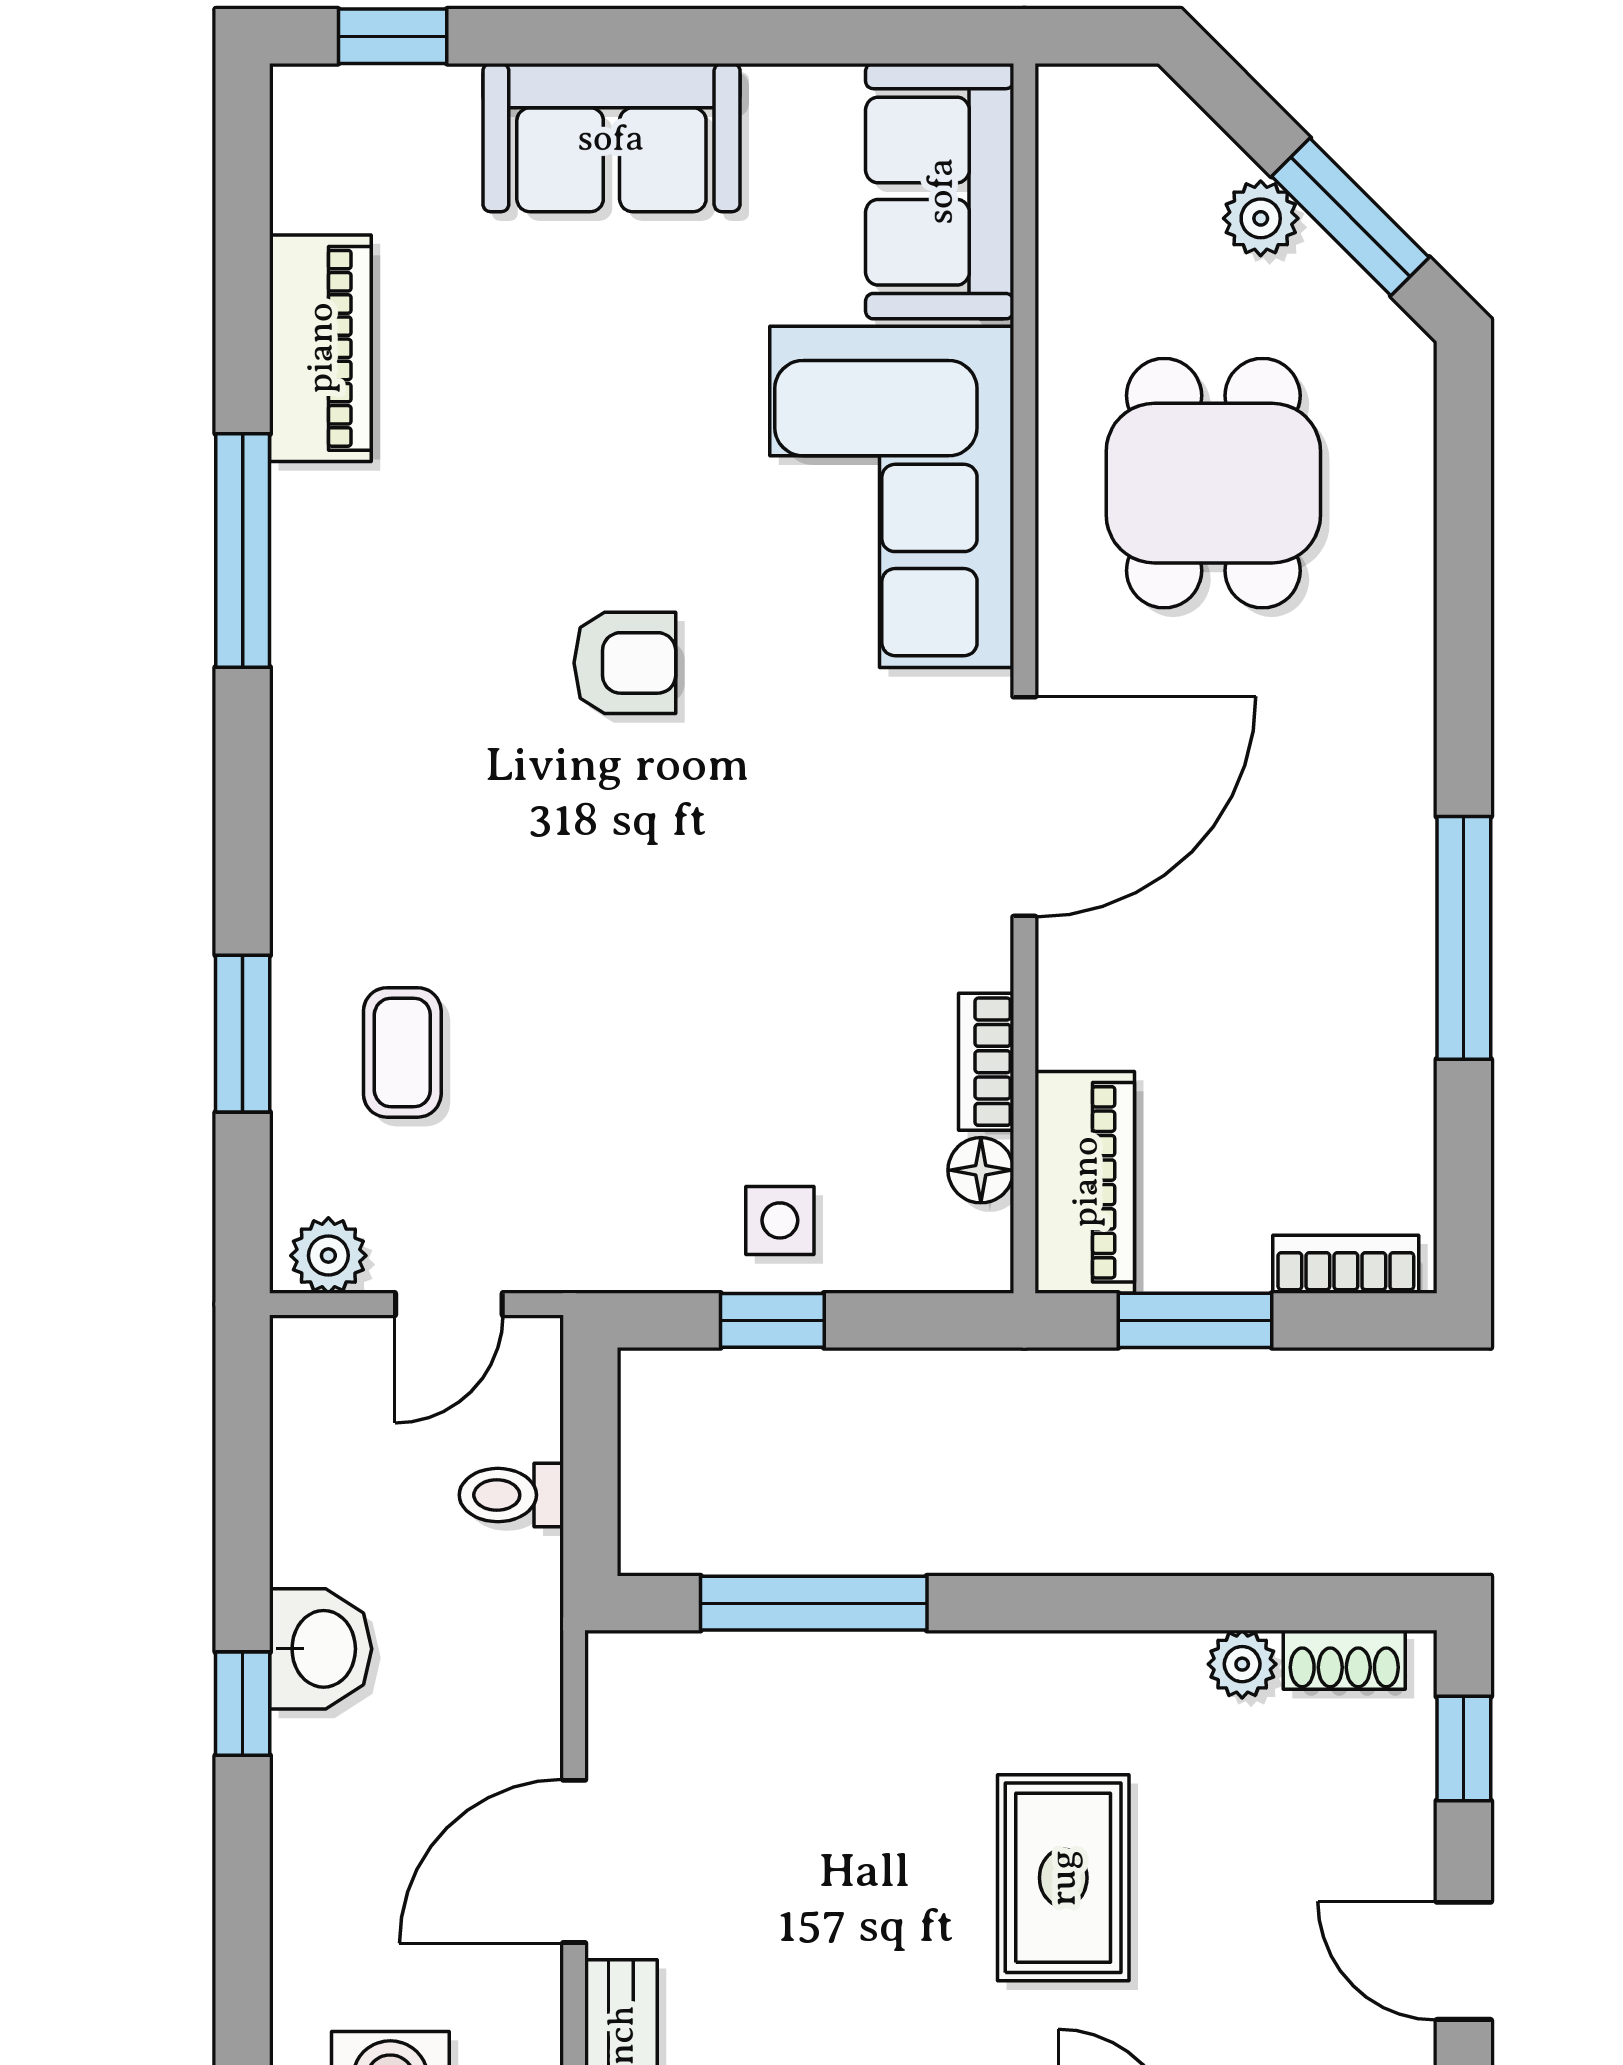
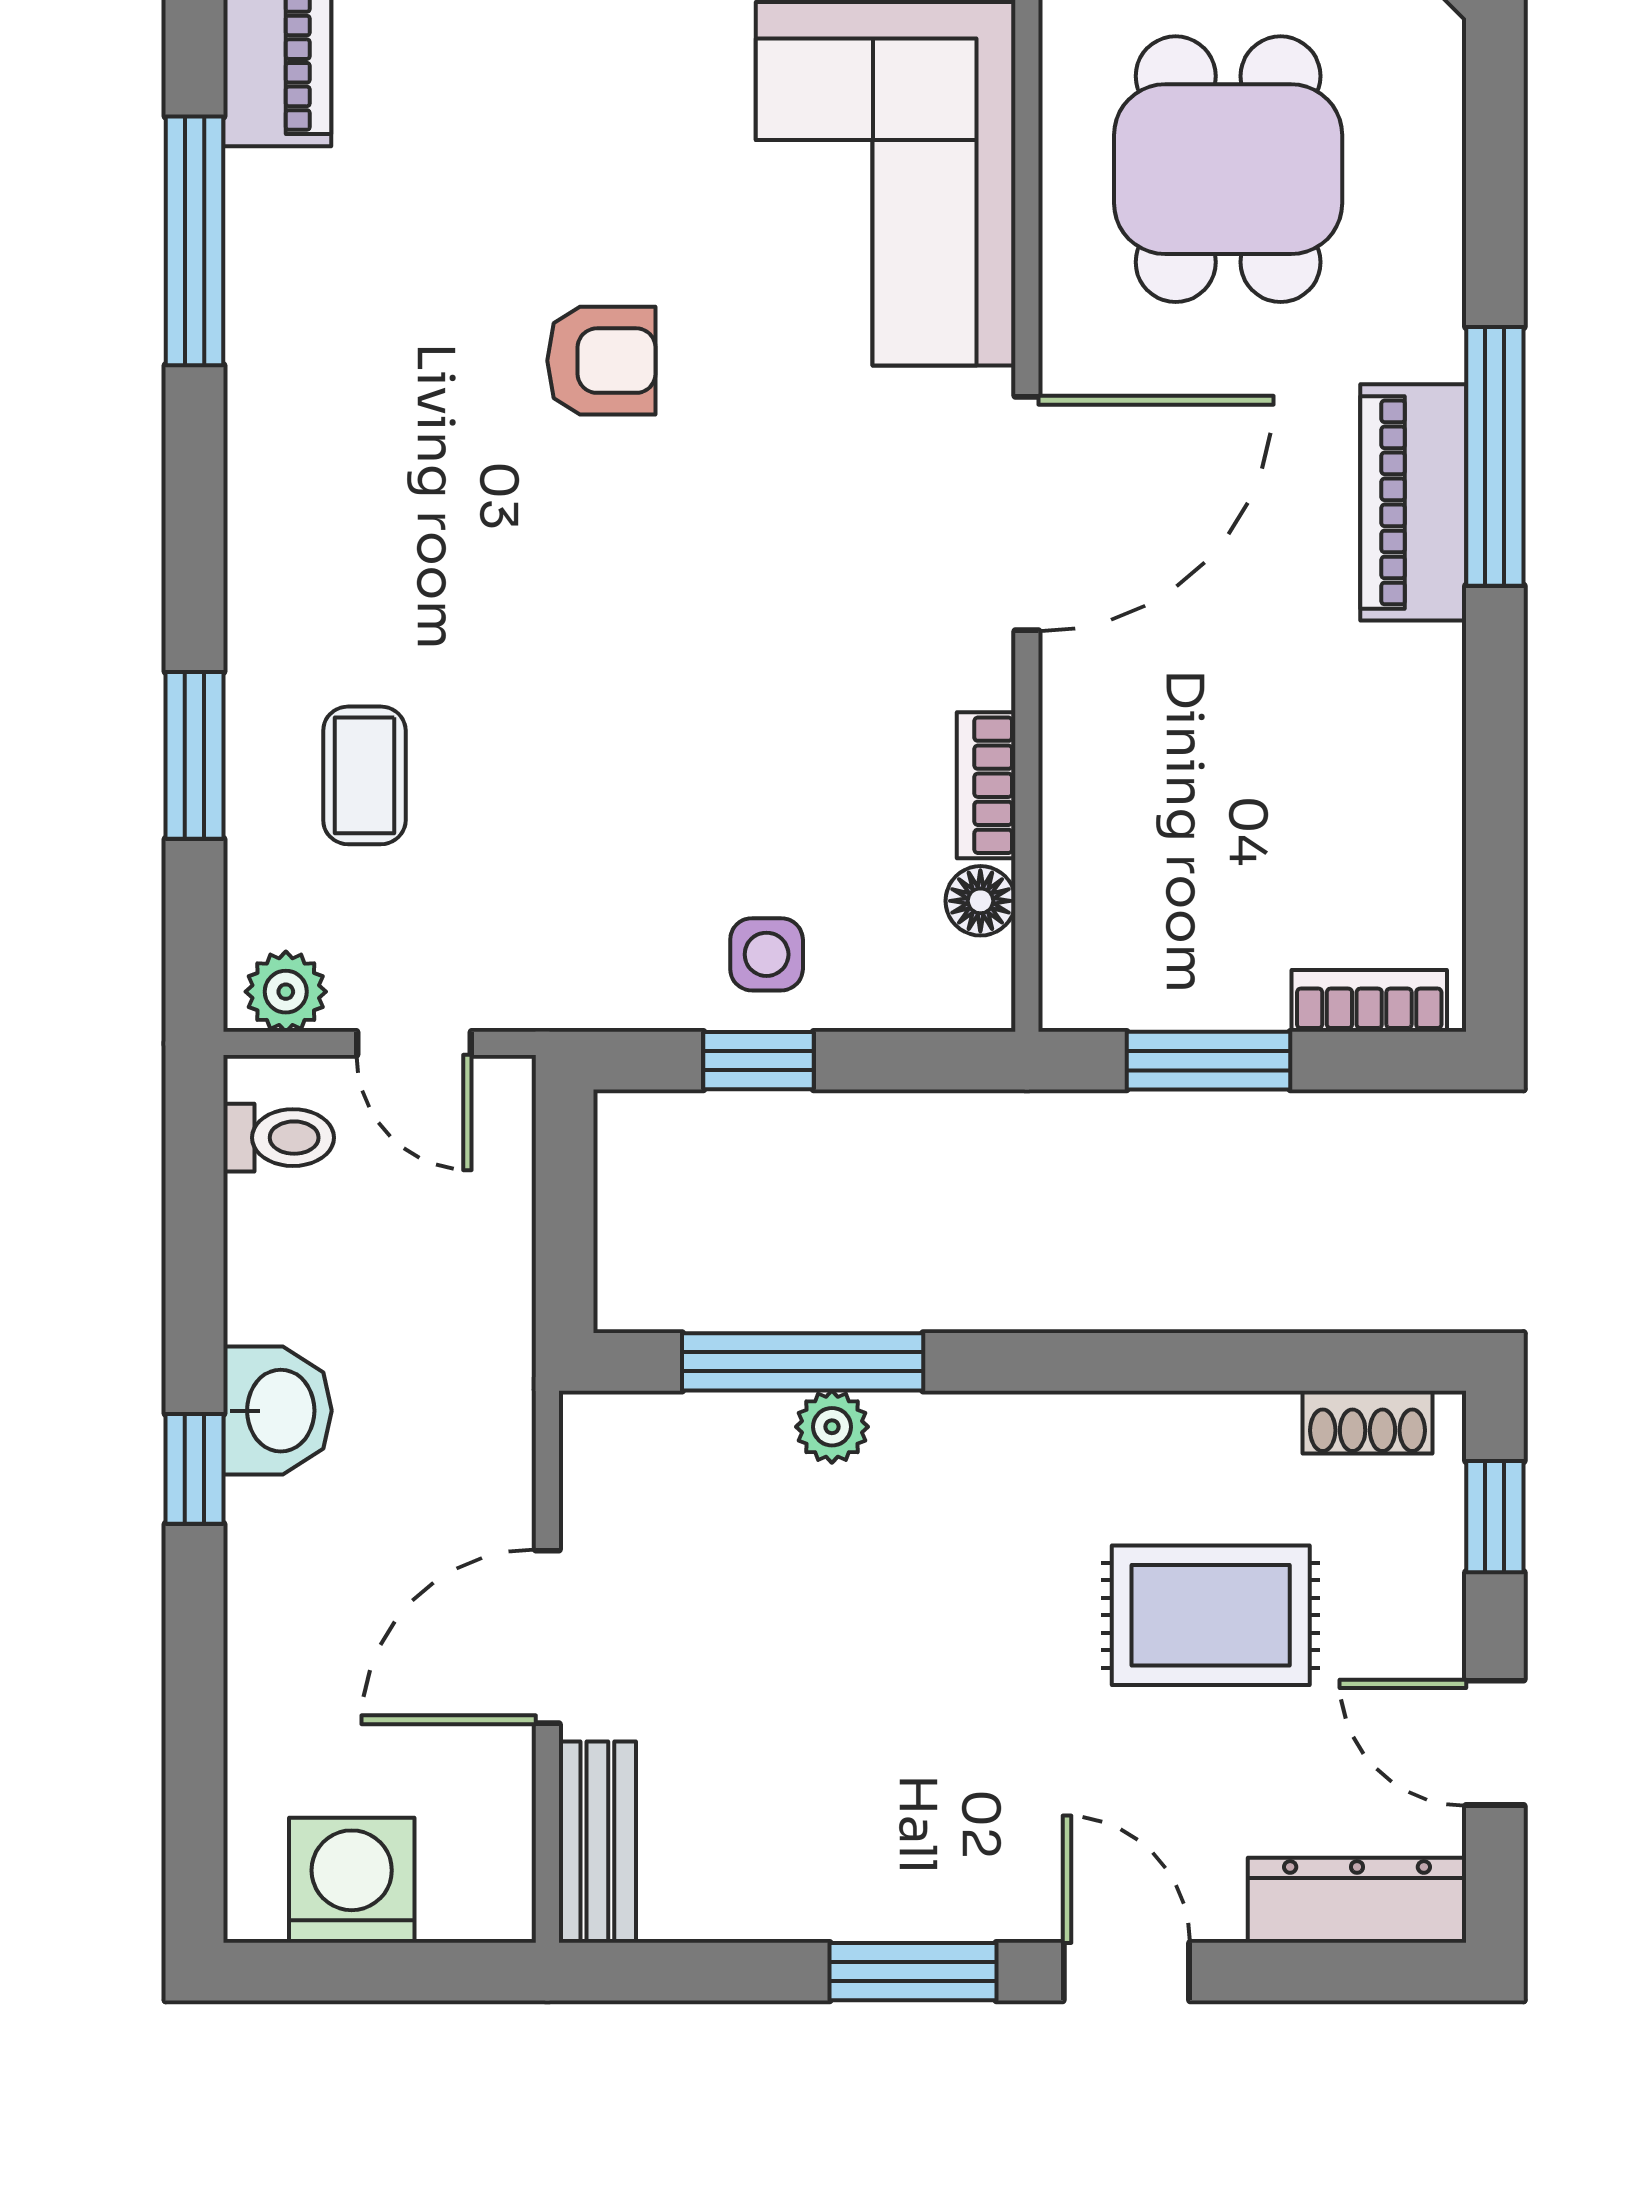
window: (1464, 938) -> (1495, 456), moved
piano: (1085, 1182) -> (1413, 502), moved, turned 180
door: (449, 1304) -> (414, 1043), hinge flipped
toilet: (511, 1495) -> (279, 1138), moved, turned 180
plant: (1242, 1664) -> (832, 1427), moved
rug: (1063, 1878) -> (1211, 1615), moved, turned 90

